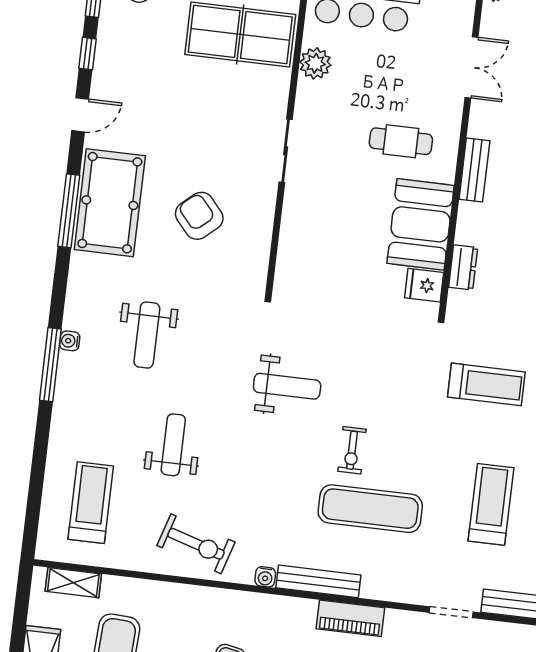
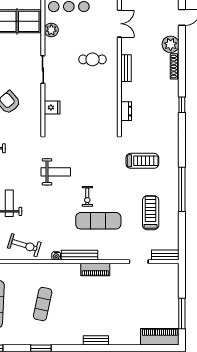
booth: (421, 224) -> (105, 95), removed
fridge: (424, 285) -> (52, 107), moved, turned 180

